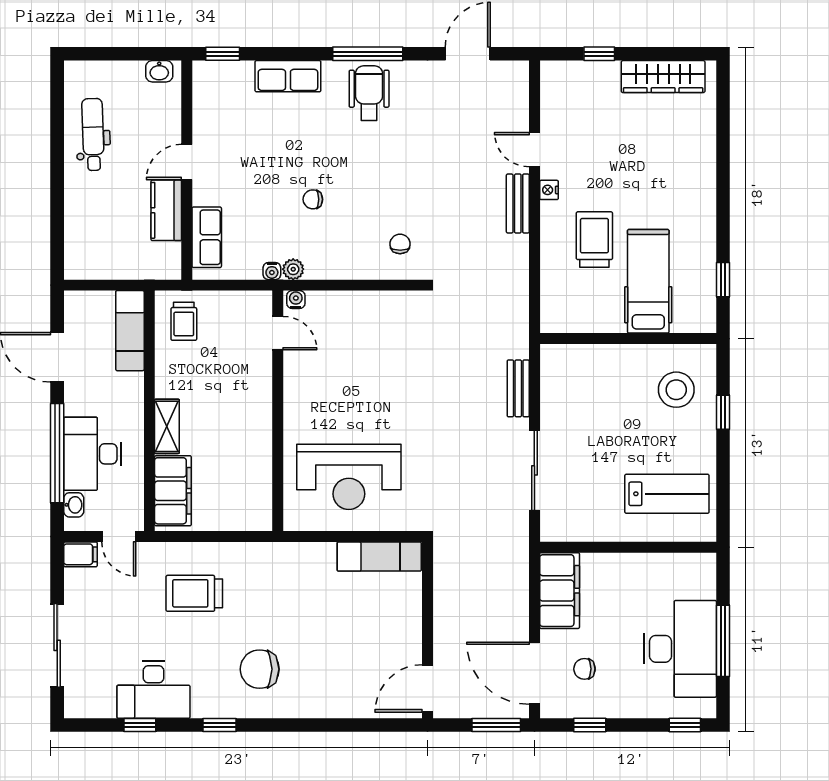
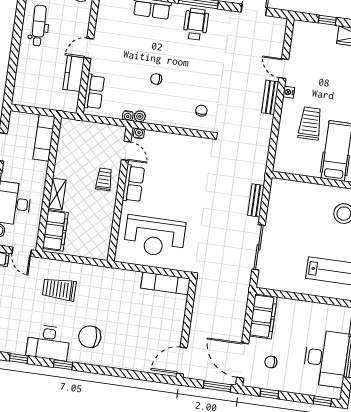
trolley: (184, 321) -> (104, 179), moved, turned 180
row of seats: (299, 389) -> (133, 184), added
desk: (153, 690) -> (48, 343), moved

